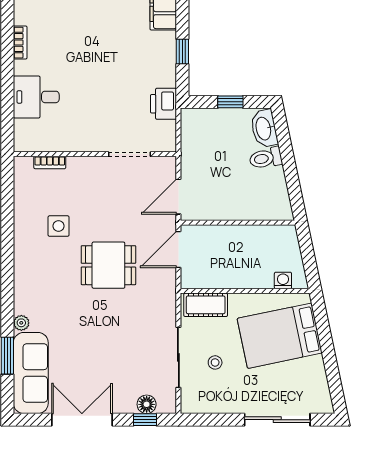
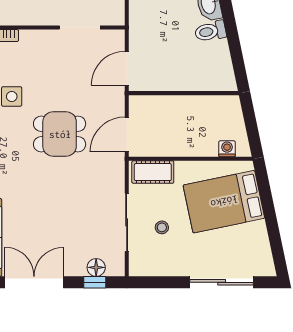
door: (178, 250) -> (127, 134), moved

